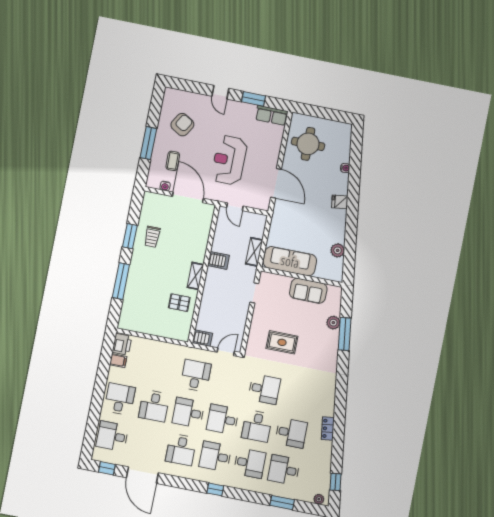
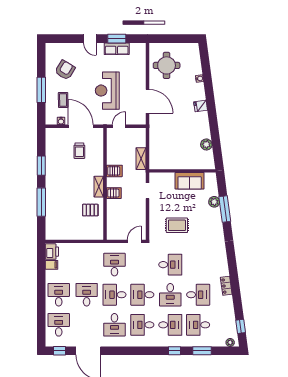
row of seats: (272, 115) -> (117, 49), moved
door: (235, 207) -> (119, 126), swing flipped
trolley: (152, 237) -> (79, 151), moved
sofa: (290, 261) -> (171, 160), removed
server rack: (202, 338) -> (114, 193), moved
desk: (154, 406) -> (87, 295), turned 180
desk: (112, 436) -> (59, 325), turned 90
window: (215, 489) -> (175, 351), moved

